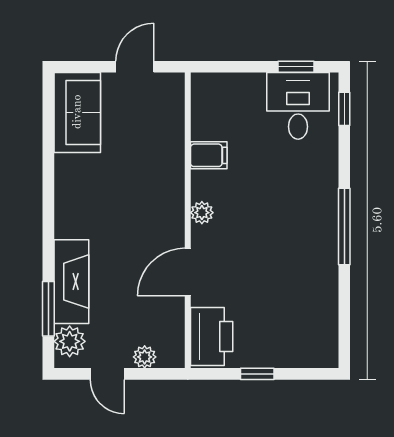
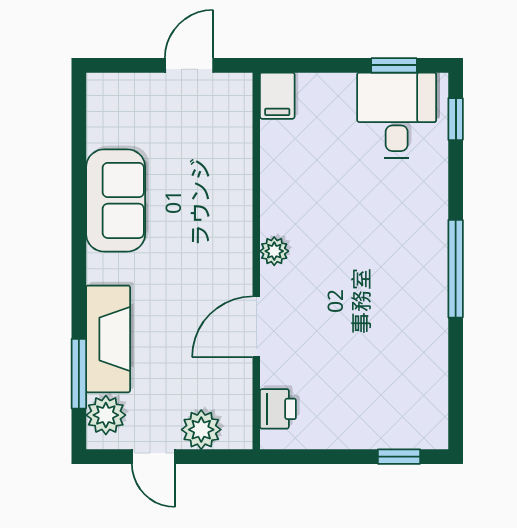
sofa: (77, 112) -> (116, 200), moved
filing cabinet: (209, 155) -> (277, 96), moved, turned 90
printer: (212, 336) -> (278, 409), width x0.53, depth x0.68
plant: (145, 357) -> (201, 430), width x1.38, depth x1.38
window: (257, 374) -> (399, 457), moved

